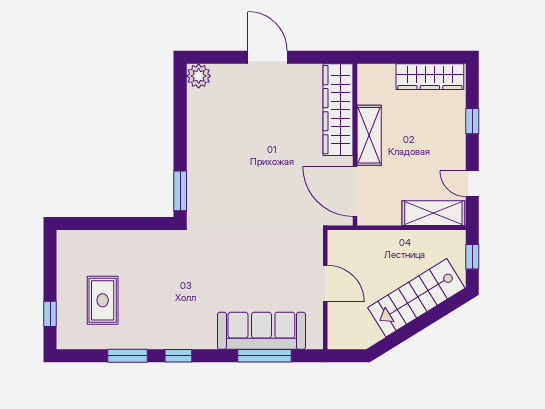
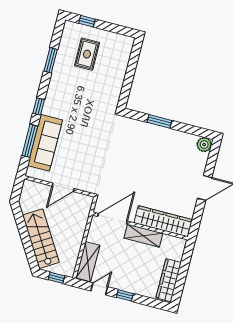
window: (472, 121) -> (125, 295), moved
window: (180, 191) -> (159, 121), moved
rug: (103, 300) -> (87, 54), turned 90
window: (178, 356) -> (39, 107), moved

